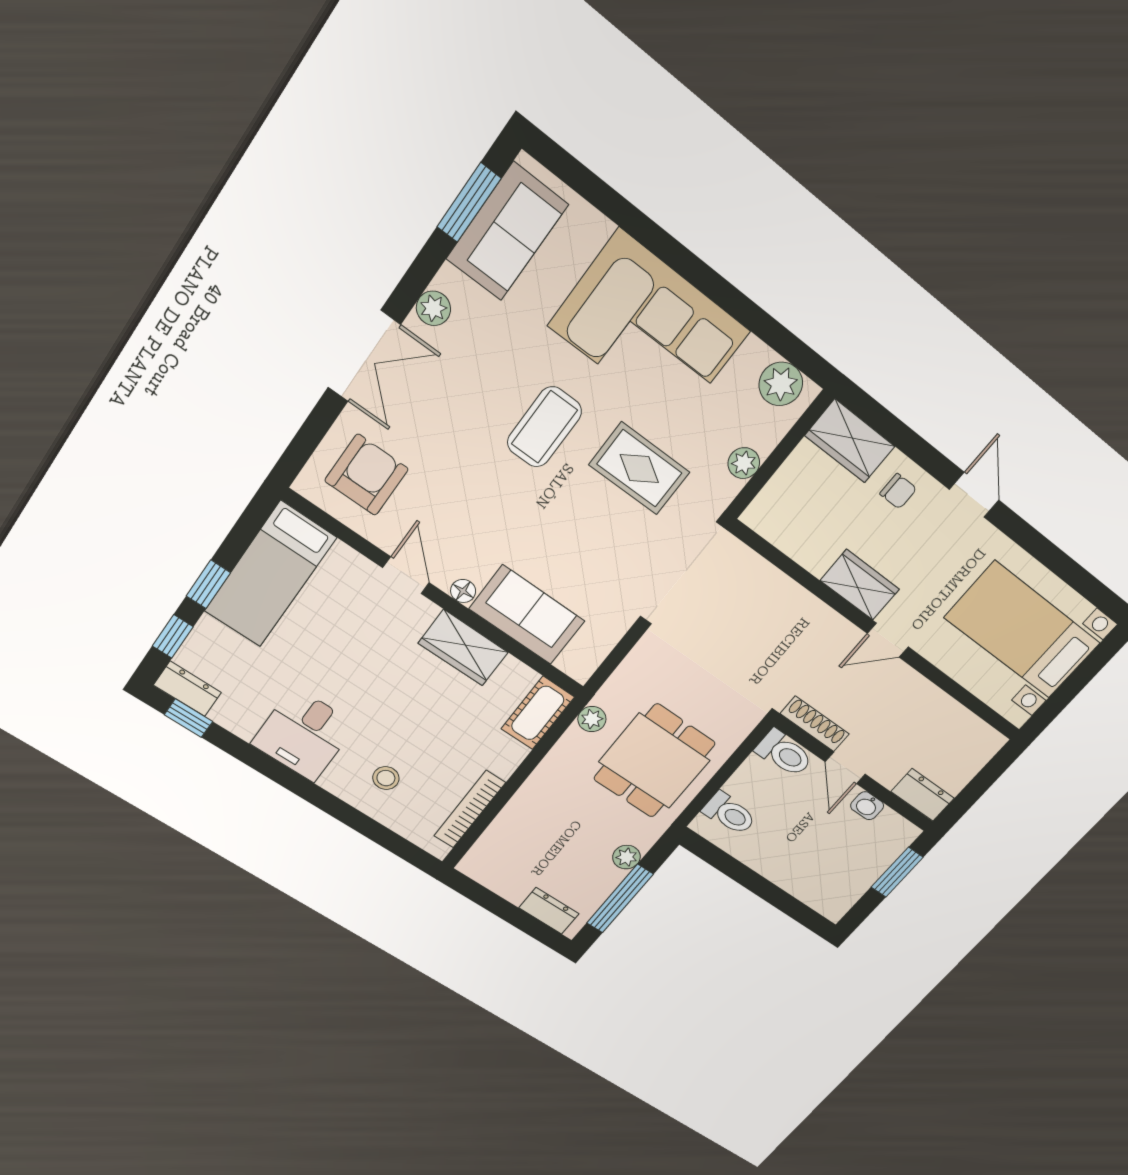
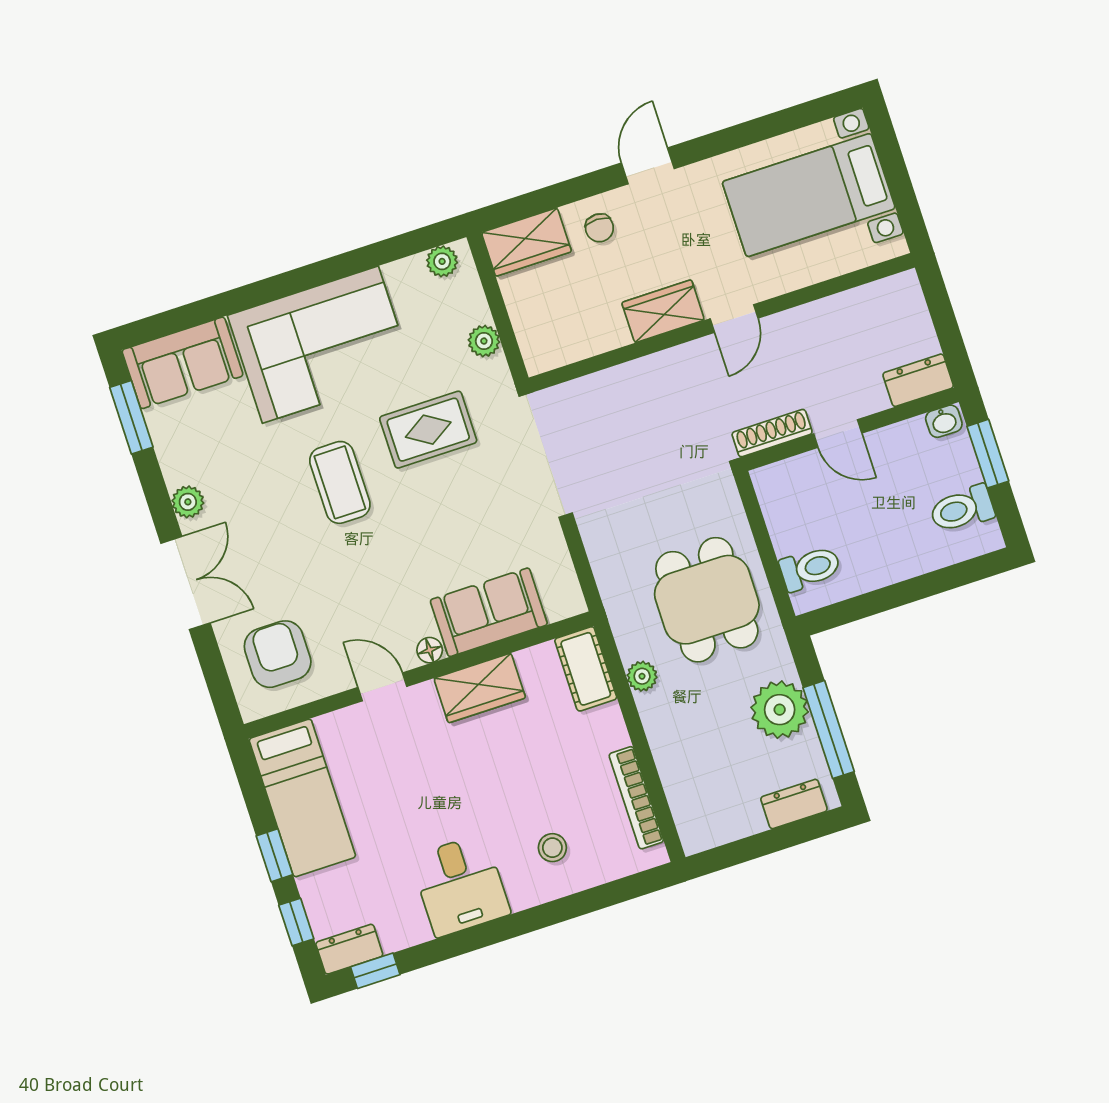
sofa: (507, 232) -> (182, 363), moved, turned 90
plant: (781, 384) -> (442, 261), width x0.73, depth x0.73
chair: (898, 491) -> (599, 228), turned 90
door: (974, 495) -> (648, 166), hinge flipped
plant: (592, 719) -> (642, 676), moved
toilet: (784, 753) -> (962, 509), moved, turned 180
washbasin: (867, 806) -> (944, 421), moved
plant: (626, 857) -> (780, 710), width x1.88, depth x1.88

